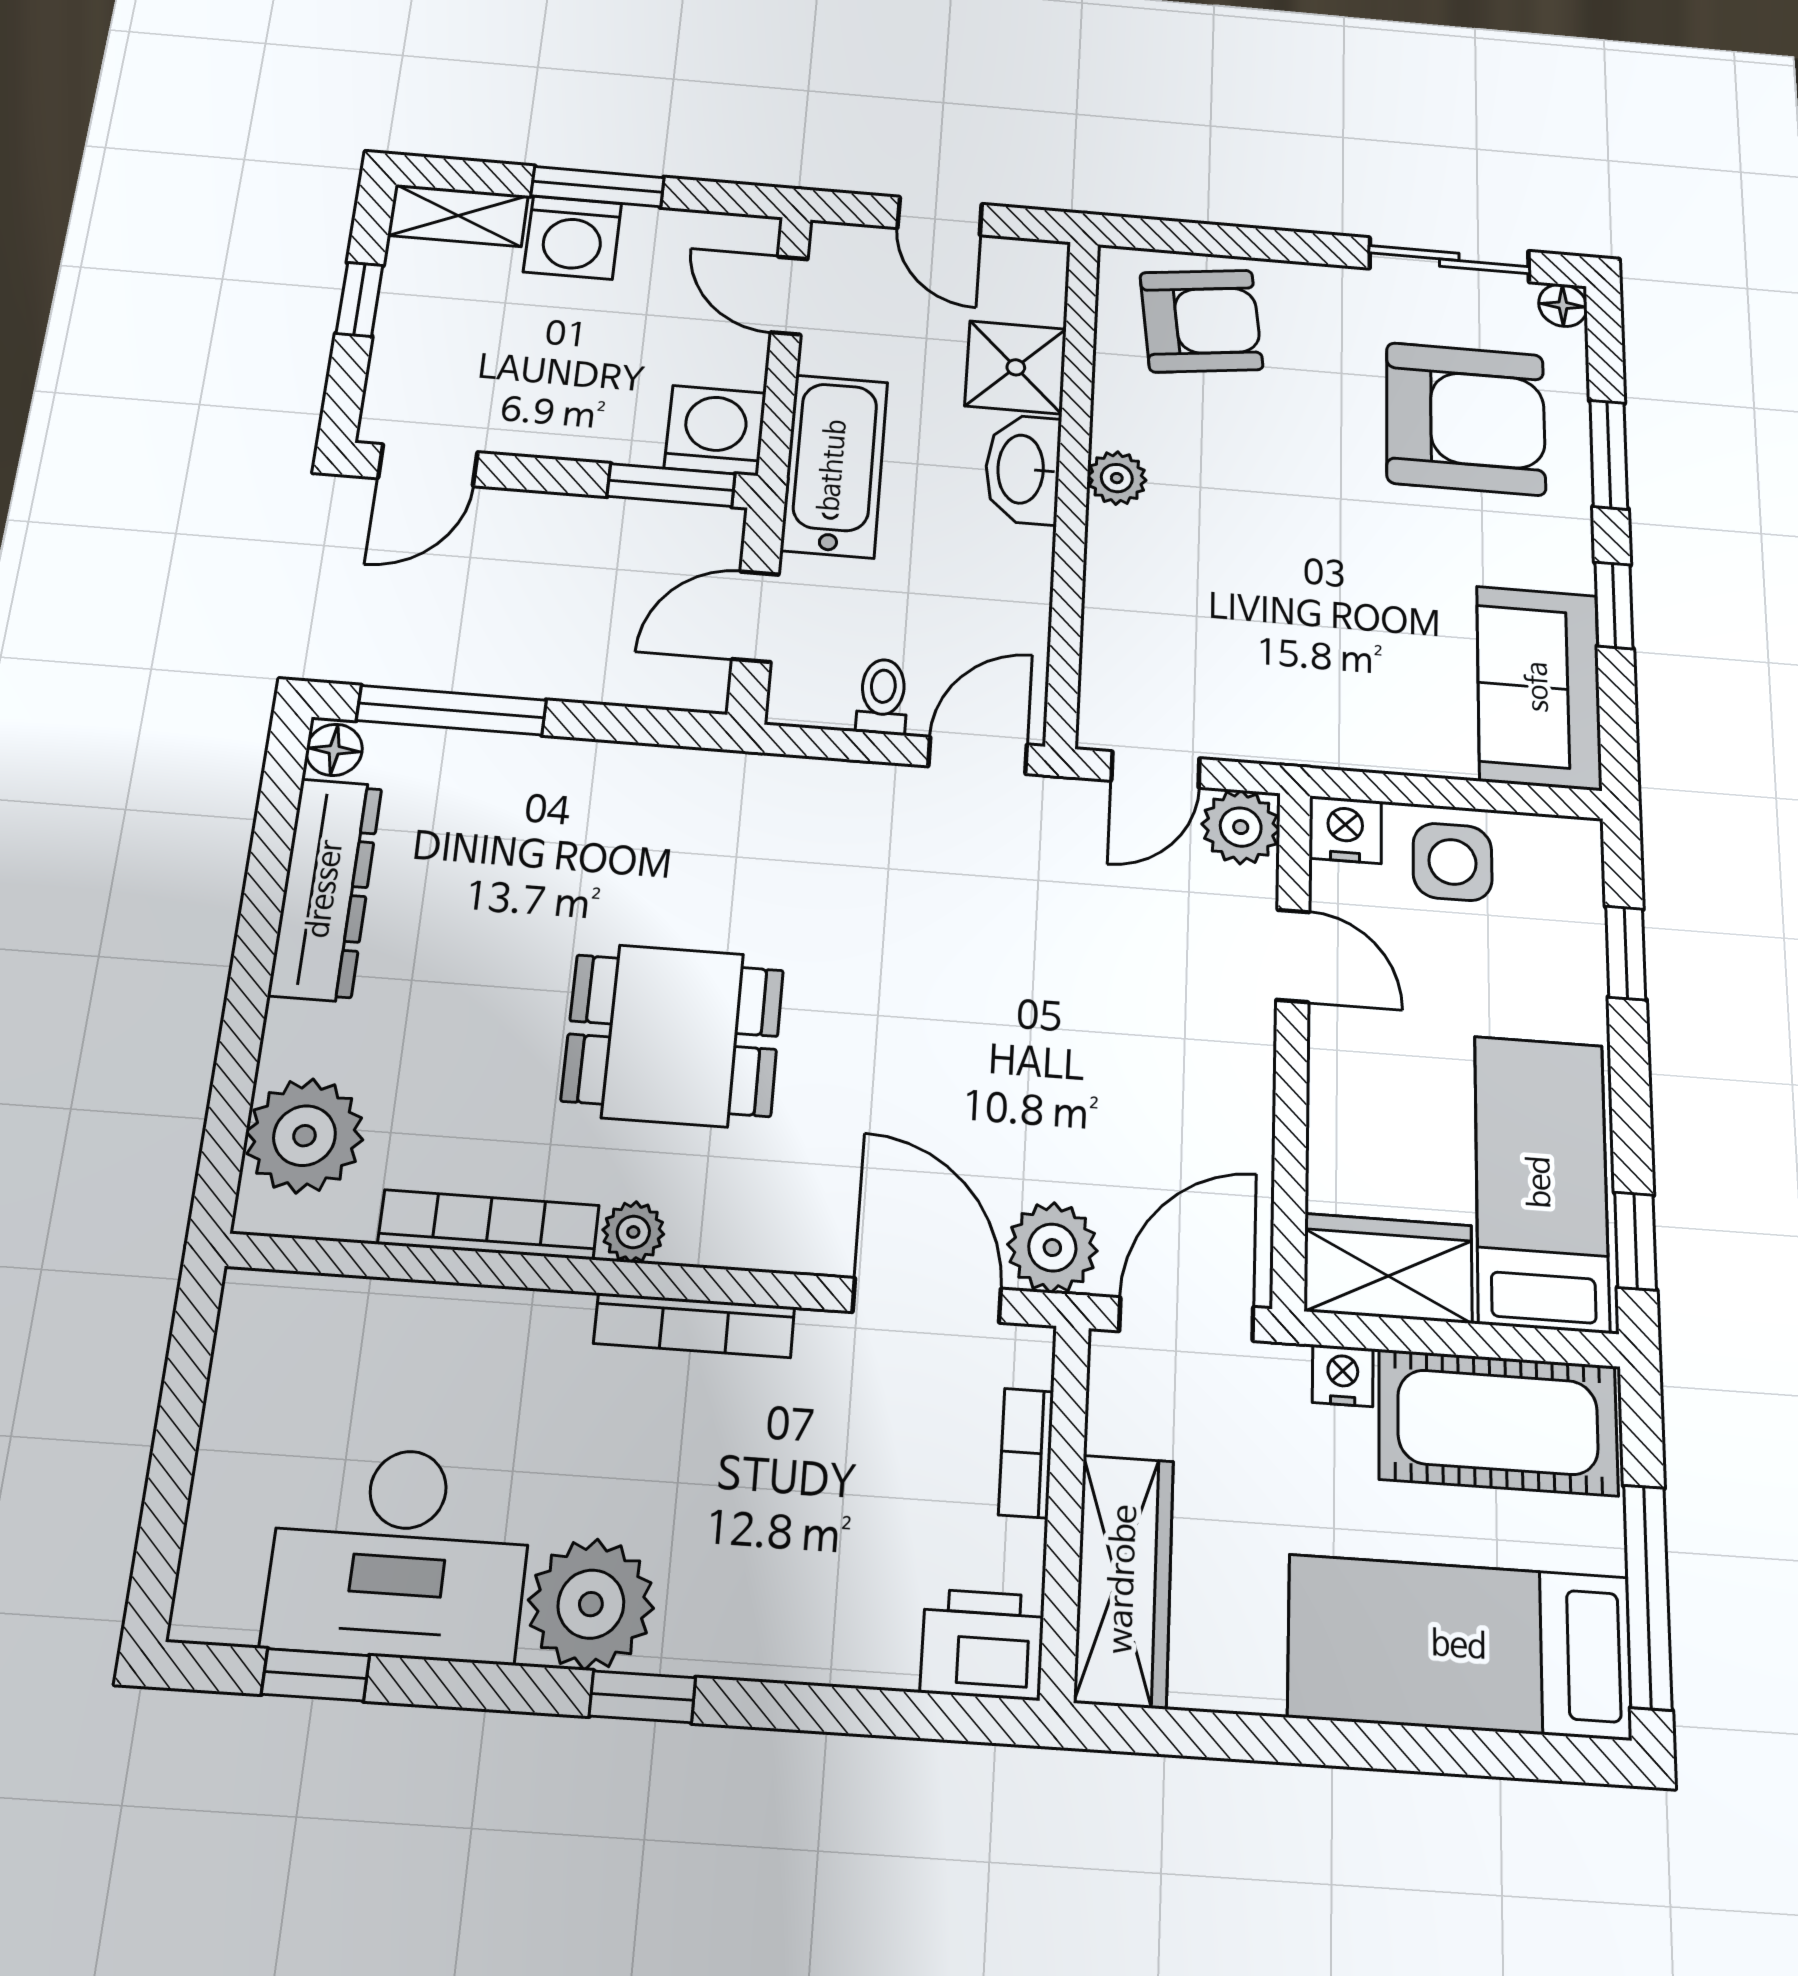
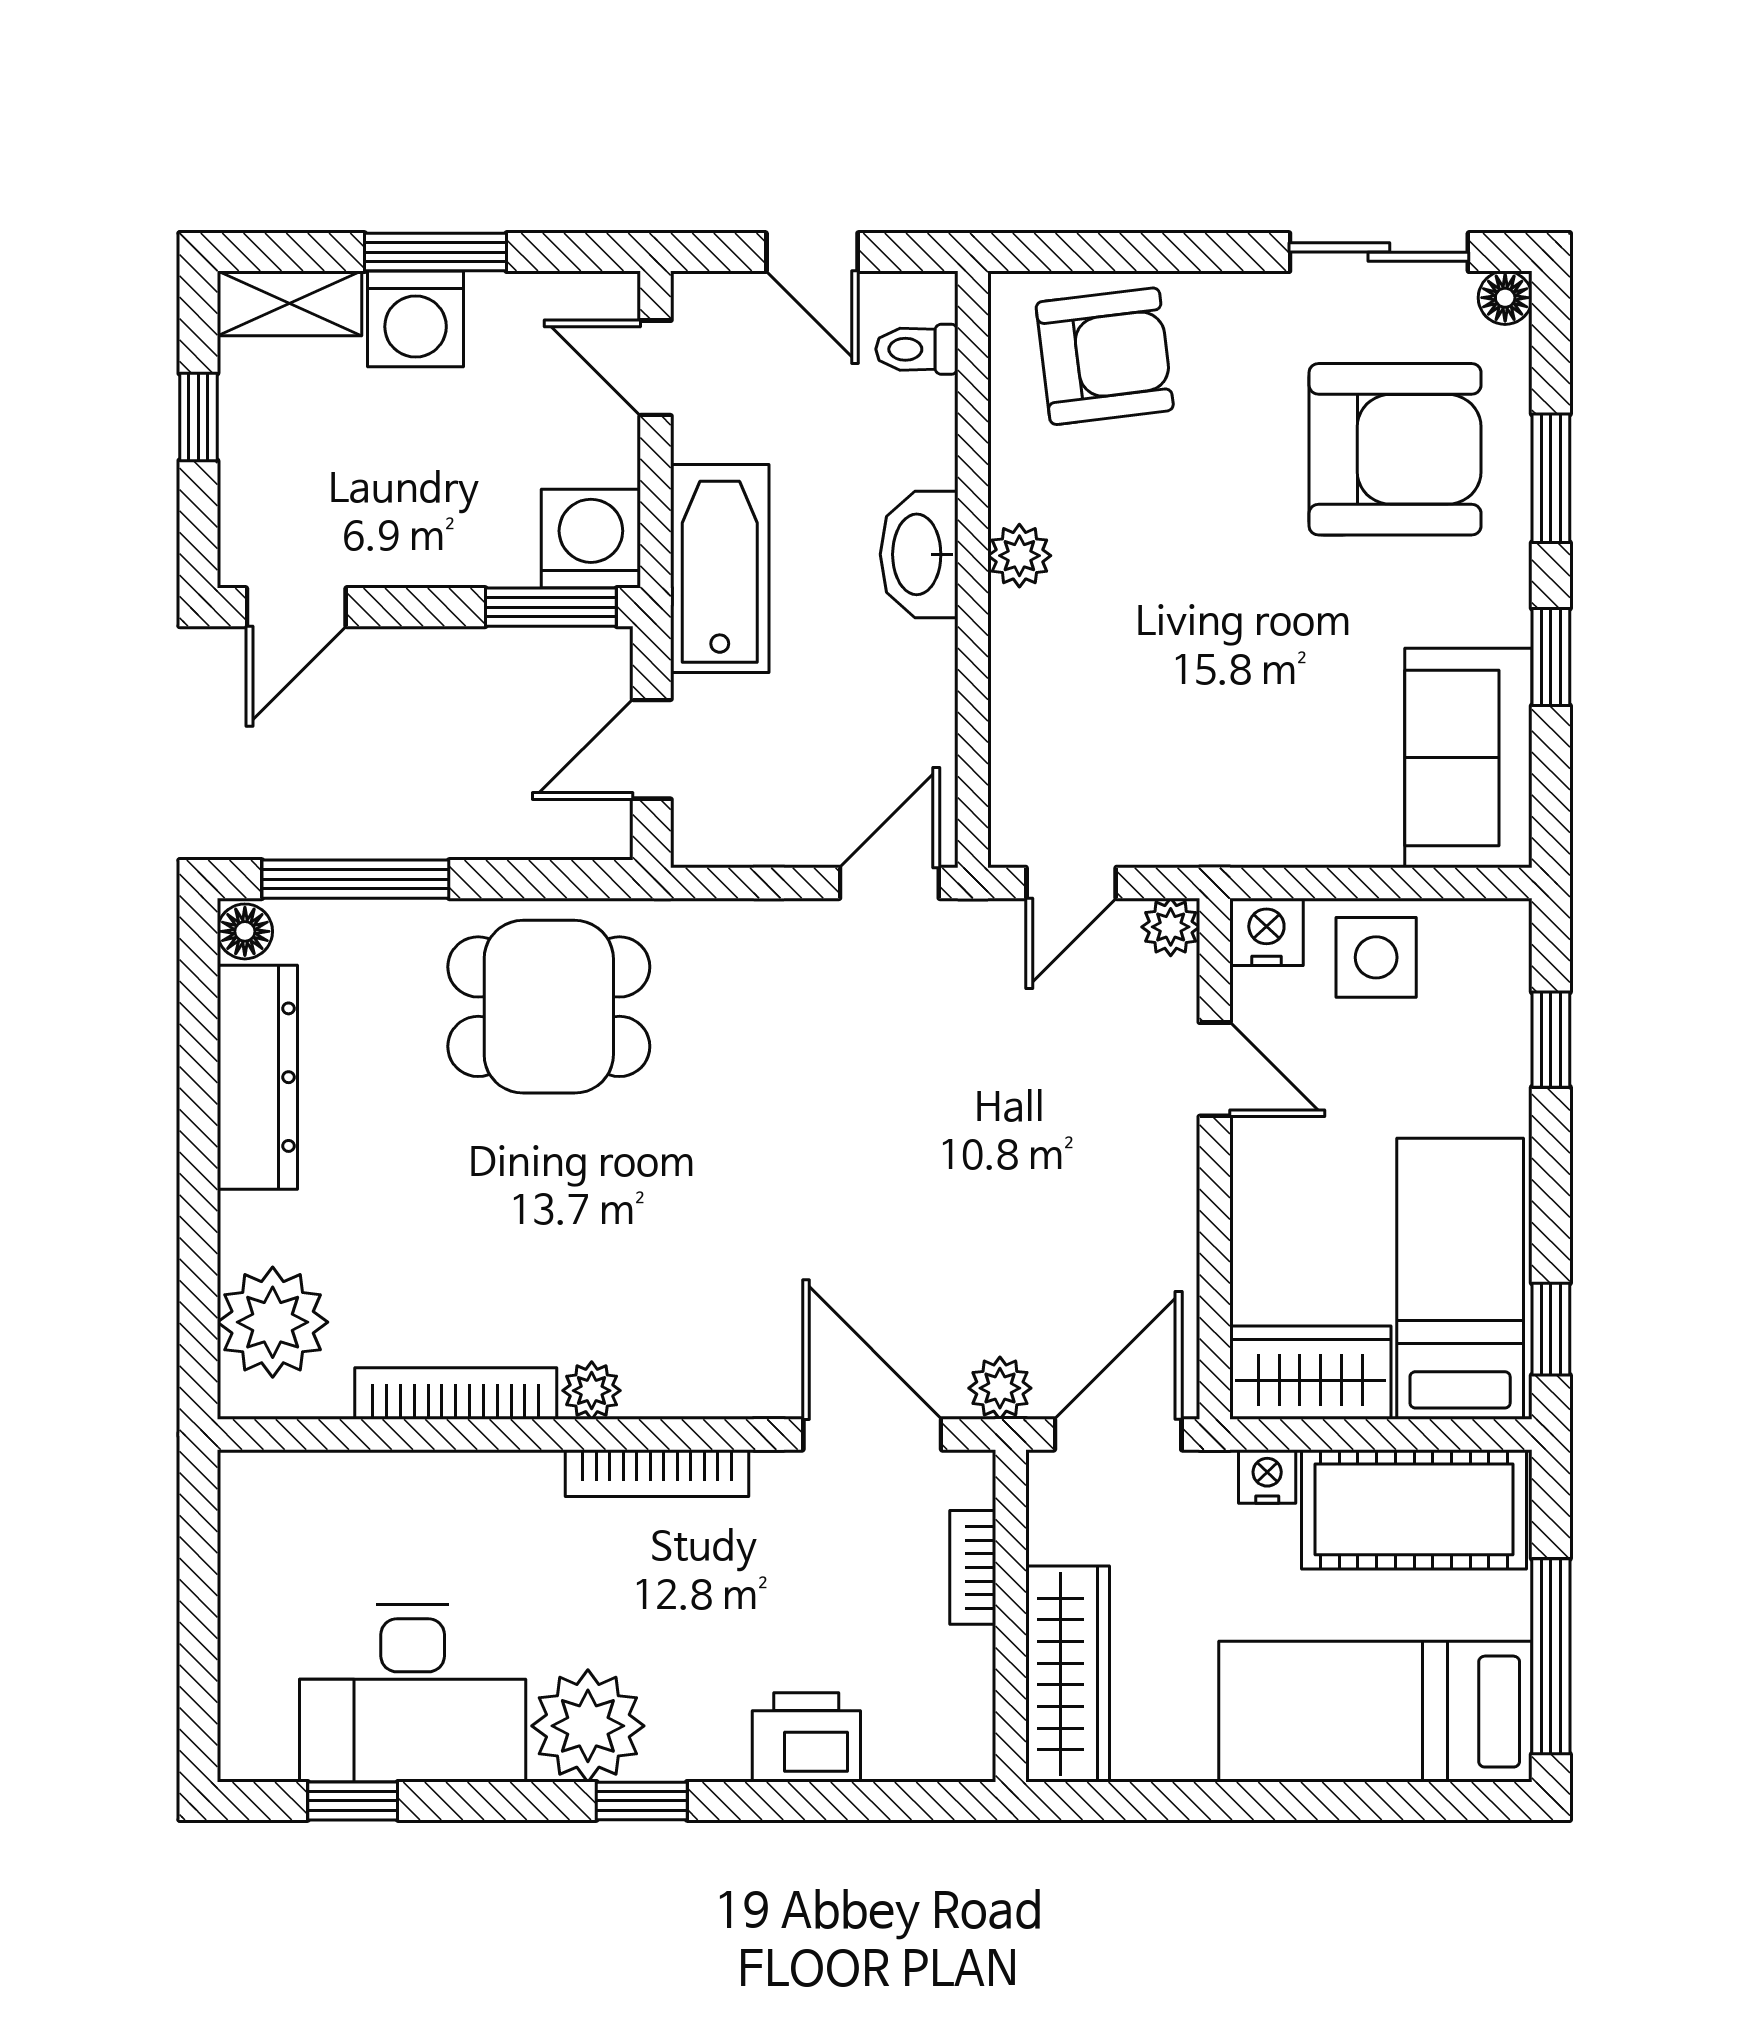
shower: (1016, 367) -> (905, 433), removed
toilet: (883, 697) -> (917, 349), moved, turned -90
plant: (1241, 827) -> (1171, 927), width x0.73, depth x0.73
dining table: (673, 1035) -> (549, 1007), moved
plant: (1052, 1248) -> (1000, 1388), width x0.73, depth x0.73
printer: (983, 1644) -> (806, 1737), moved

